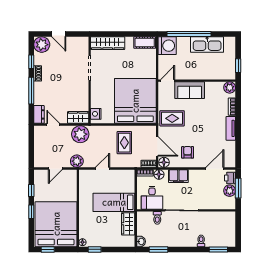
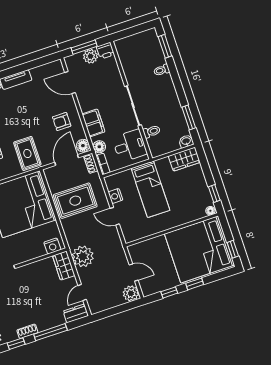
rug: (124, 143) -> (75, 201), width x1.36, depth x1.43
plant: (77, 161) -> (131, 293), moved
nightstand: (118, 174) -> (115, 196), added
printer: (230, 178) -> (105, 51), moved
wardrobe: (128, 224) -> (184, 159), moved

